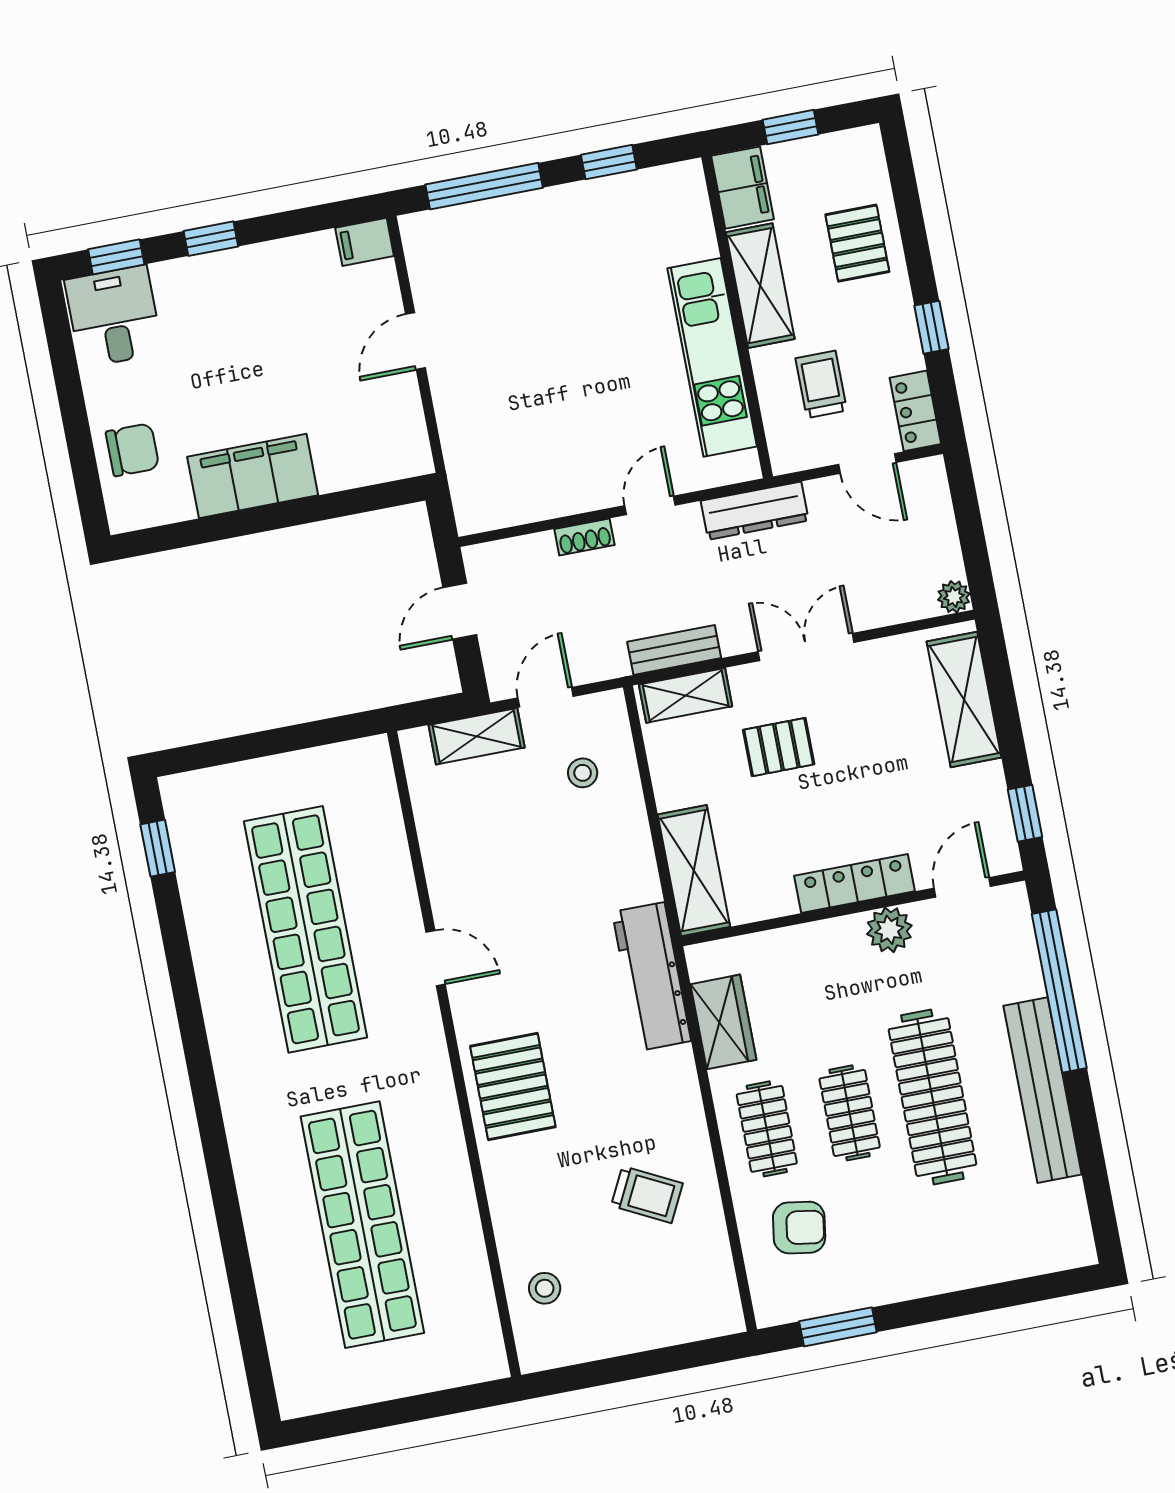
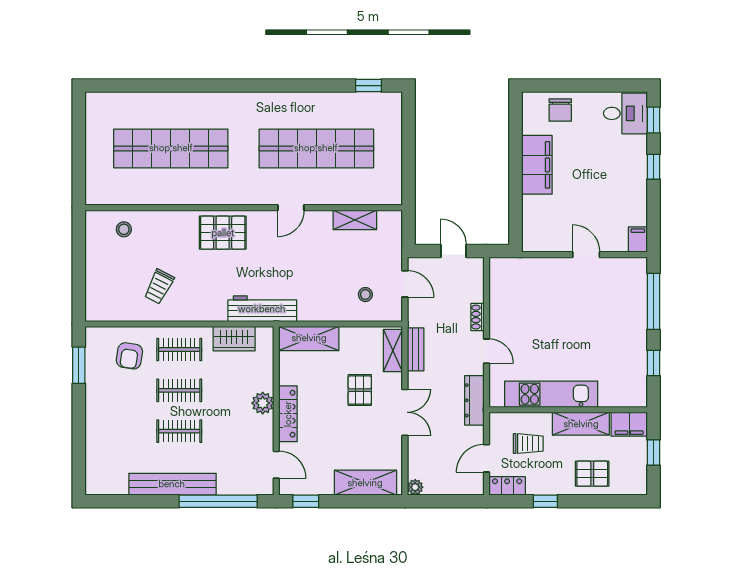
shelving: (477, 736) -> (355, 220), moved, turned 90
plant: (889, 930) -> (263, 403), moved
clothes rail: (932, 1097) -> (179, 431), width x0.54, depth x0.76

